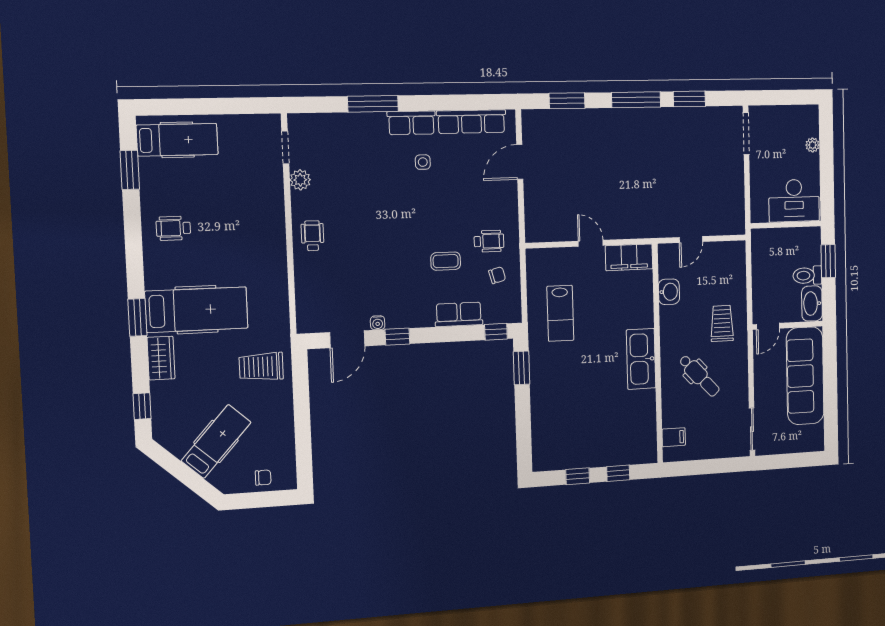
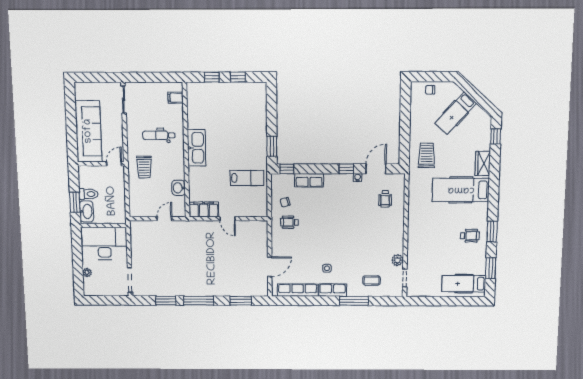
desk: (794, 201) -> (104, 244), width x1.36, depth x1.30
wheelchair: (312, 236) -> (385, 199), moved
coffee table: (446, 261) -> (372, 281), moved
washbasin: (812, 303) -> (86, 211), moved
lab bench: (560, 313) -> (247, 178), turned 90
window: (137, 317) -> (492, 232), moved
trolley: (261, 367) -> (427, 155), turned -90
dental chair: (699, 376) -> (159, 135), turned -47

